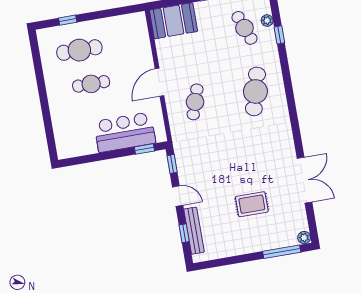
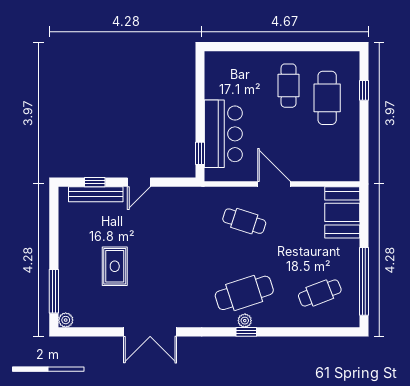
plant: (267, 21) -> (245, 321), moved
window: (279, 35) -> (246, 332), moved
cafe table: (91, 84) -> (289, 86), moved
cafe table: (255, 91) -> (244, 293), turned -33
window: (172, 164) -> (177, 182), removed
double door: (304, 180) -> (150, 332), moved

